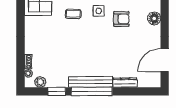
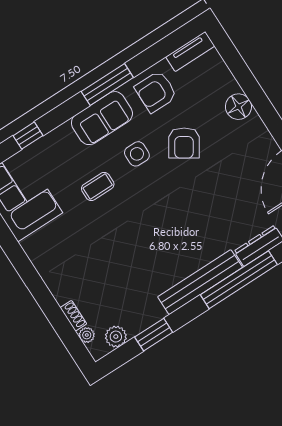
armchair: (121, 19) -> (184, 143), turned 123
window: (92, 91) -> (239, 280), moved

